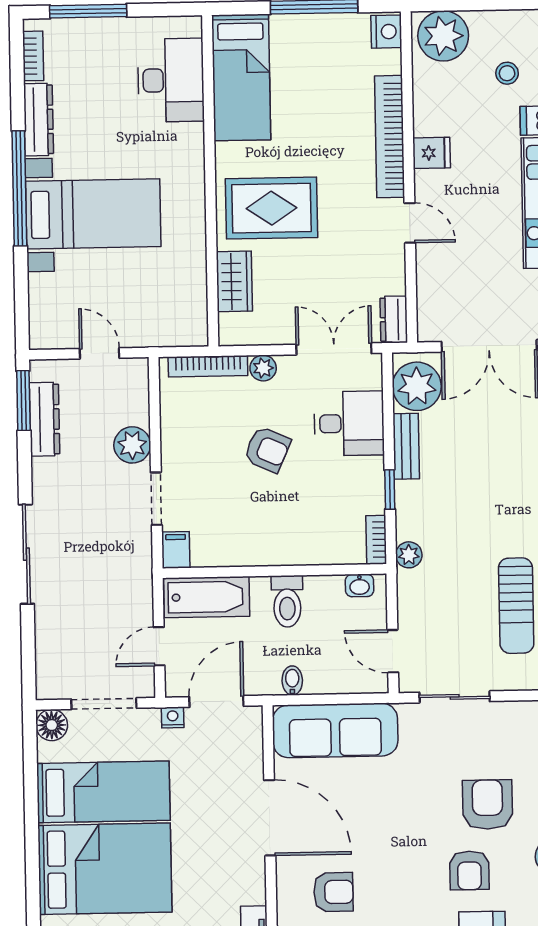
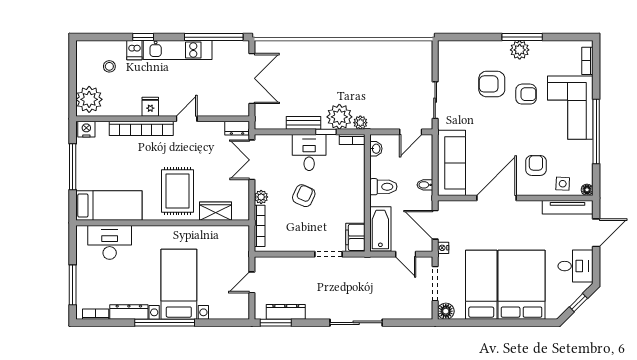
plant: (417, 386) -> (339, 117), moved
desk: (349, 423) -> (309, 153), moved
plant: (132, 445) -> (300, 266), removed
filing cabinet: (176, 550) -> (355, 237), width x2.00
sun lounger: (516, 606) -> (388, 67), removed

